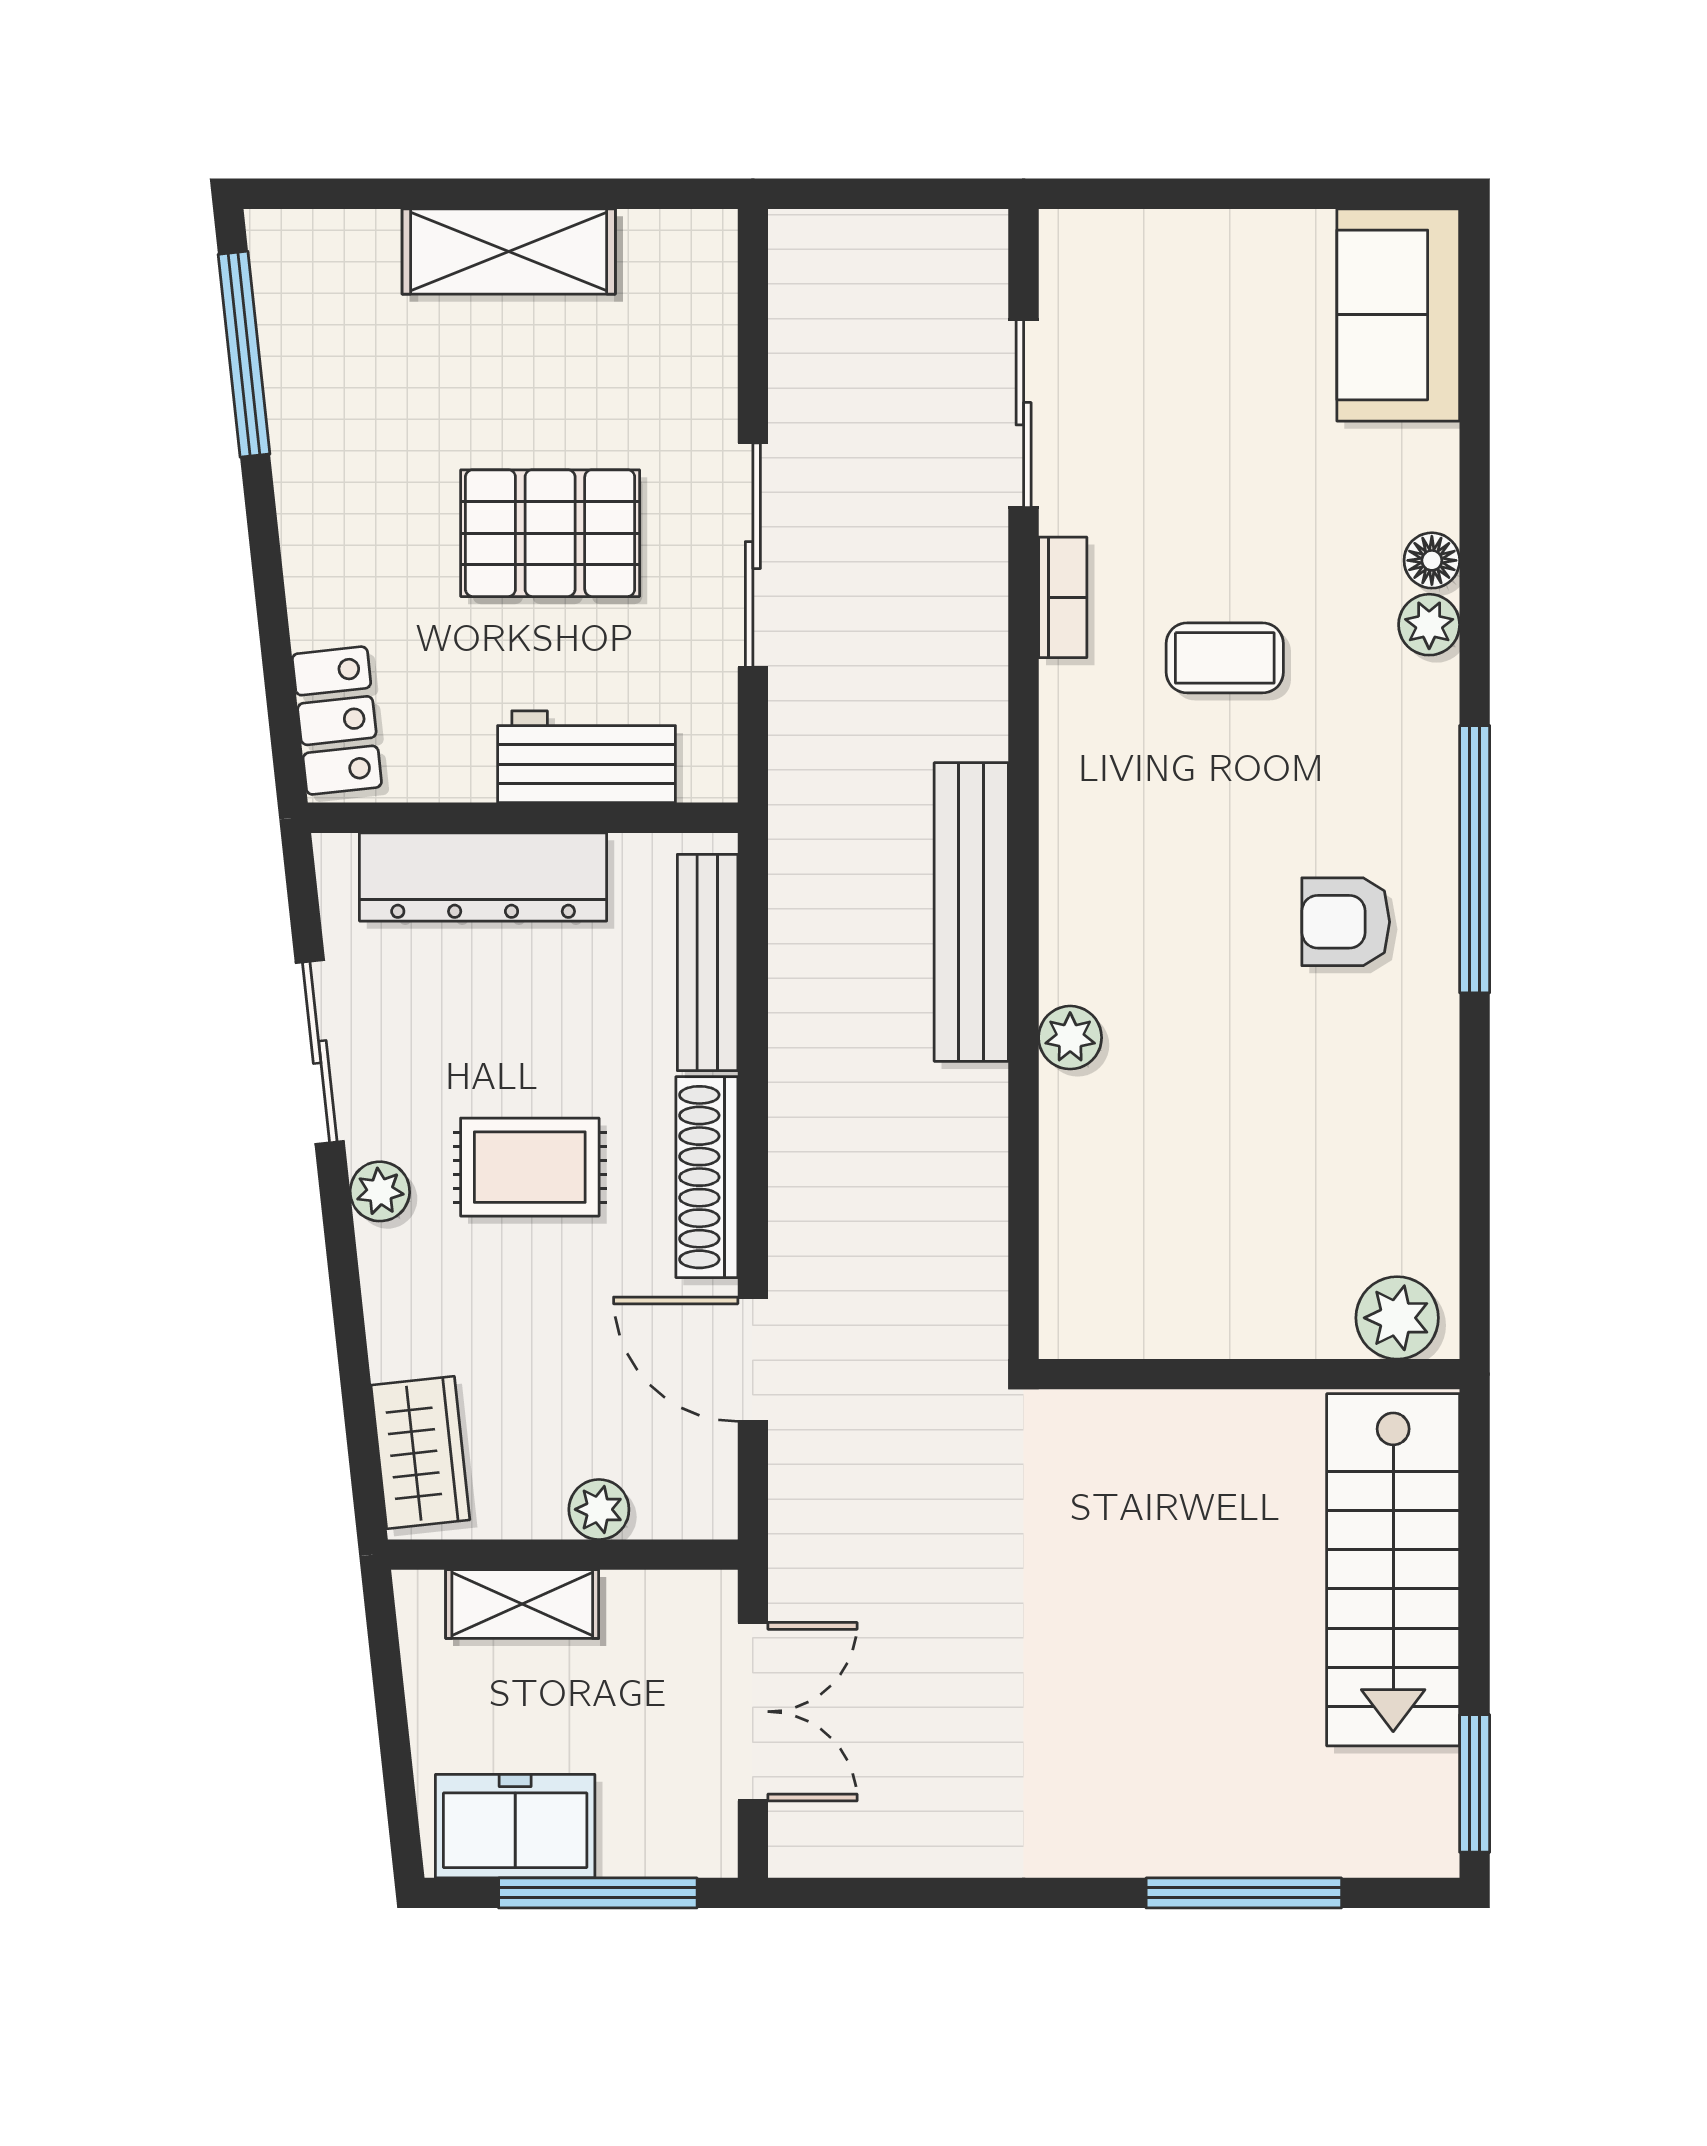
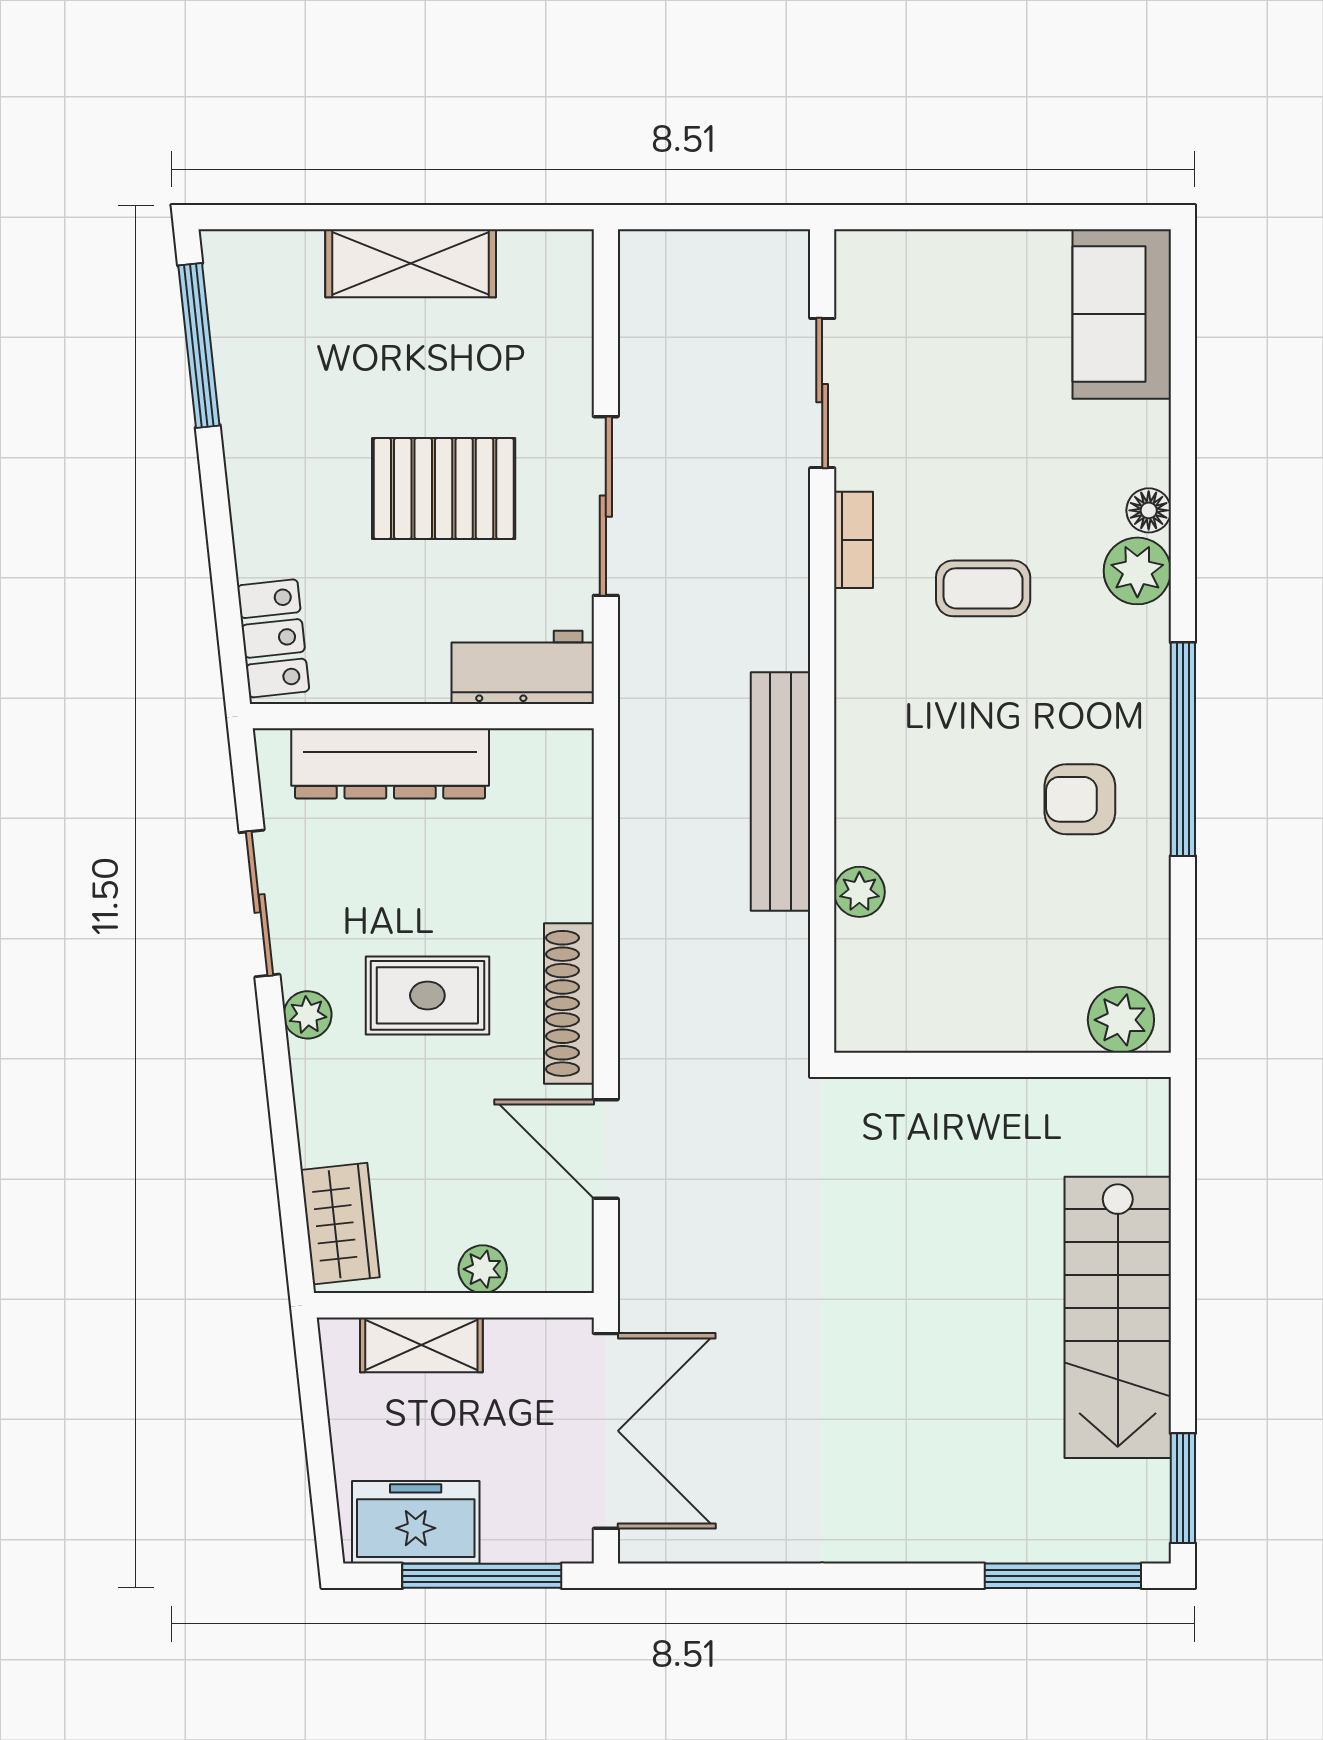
plant: (1429, 625) -> (1137, 571), width x1.38, depth x1.38
workbench: (587, 757) -> (523, 667), moved
bench: (708, 962) -> (570, 832), removed
plant: (1397, 1318) -> (1121, 1020), moved
wall: (1249, 1374) -> (1003, 1065), moved
double door: (753, 1712) -> (606, 1431), width x1.37
window: (1244, 1893) -> (1063, 1576), moved

